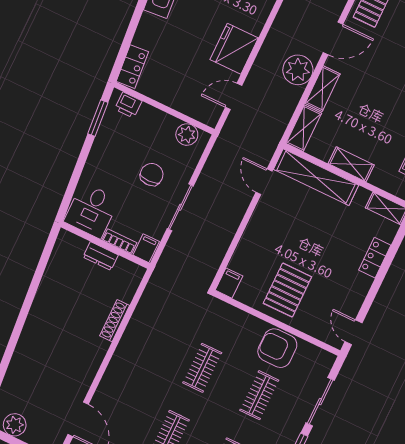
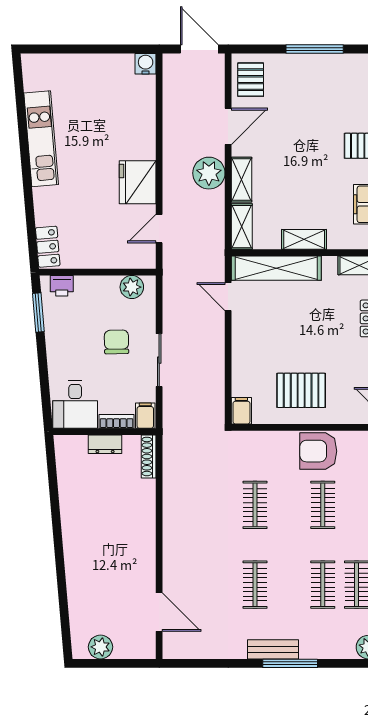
pallet: (287, 290) -> (301, 390), turned 90
shoe rack: (115, 321) -> (149, 456), moved

